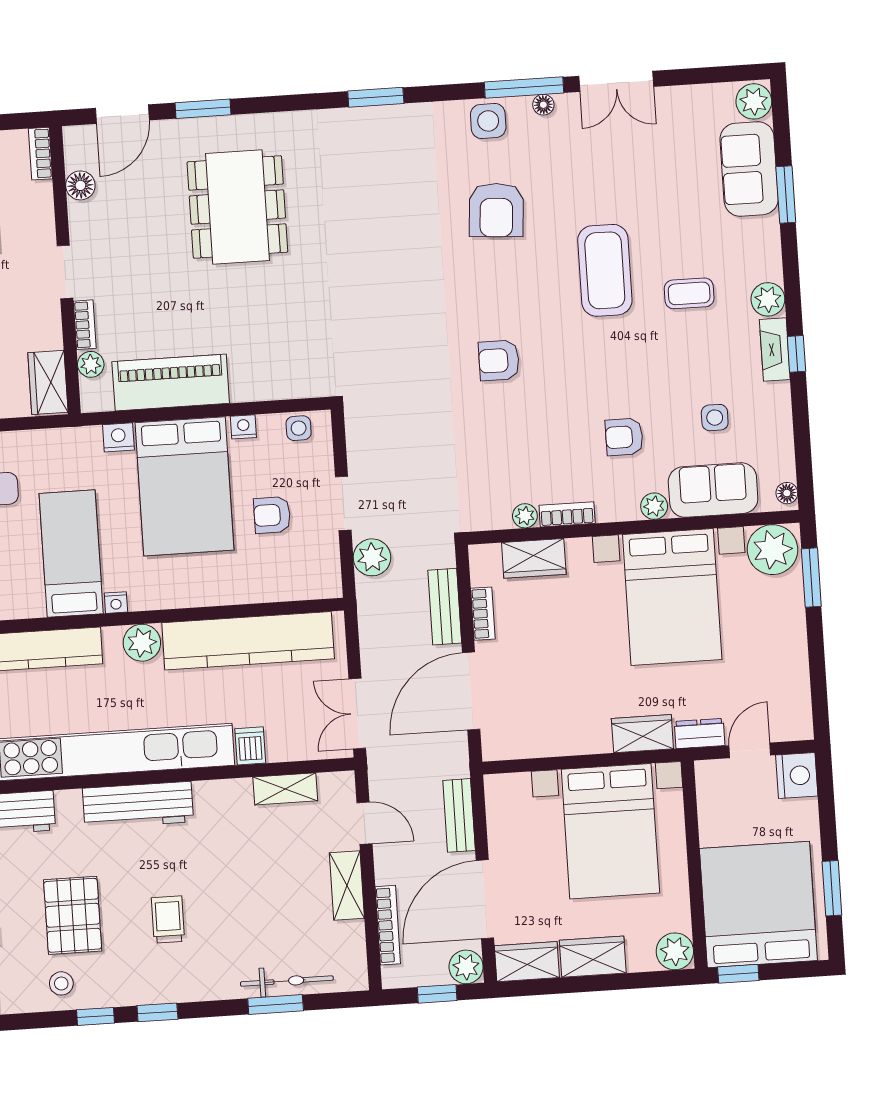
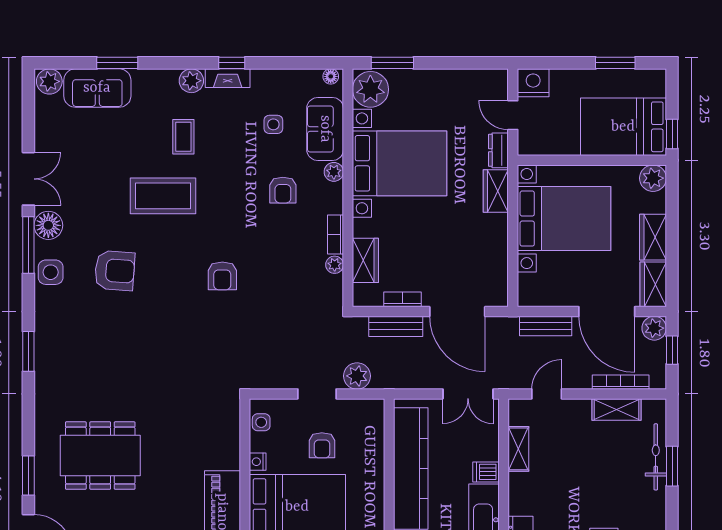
floor lamp: (543, 105) -> (48, 225), width x1.89, depth x1.89
shelving: (347, 885) -> (616, 409), moved
bed: (758, 904) -> (623, 127), width x0.73

